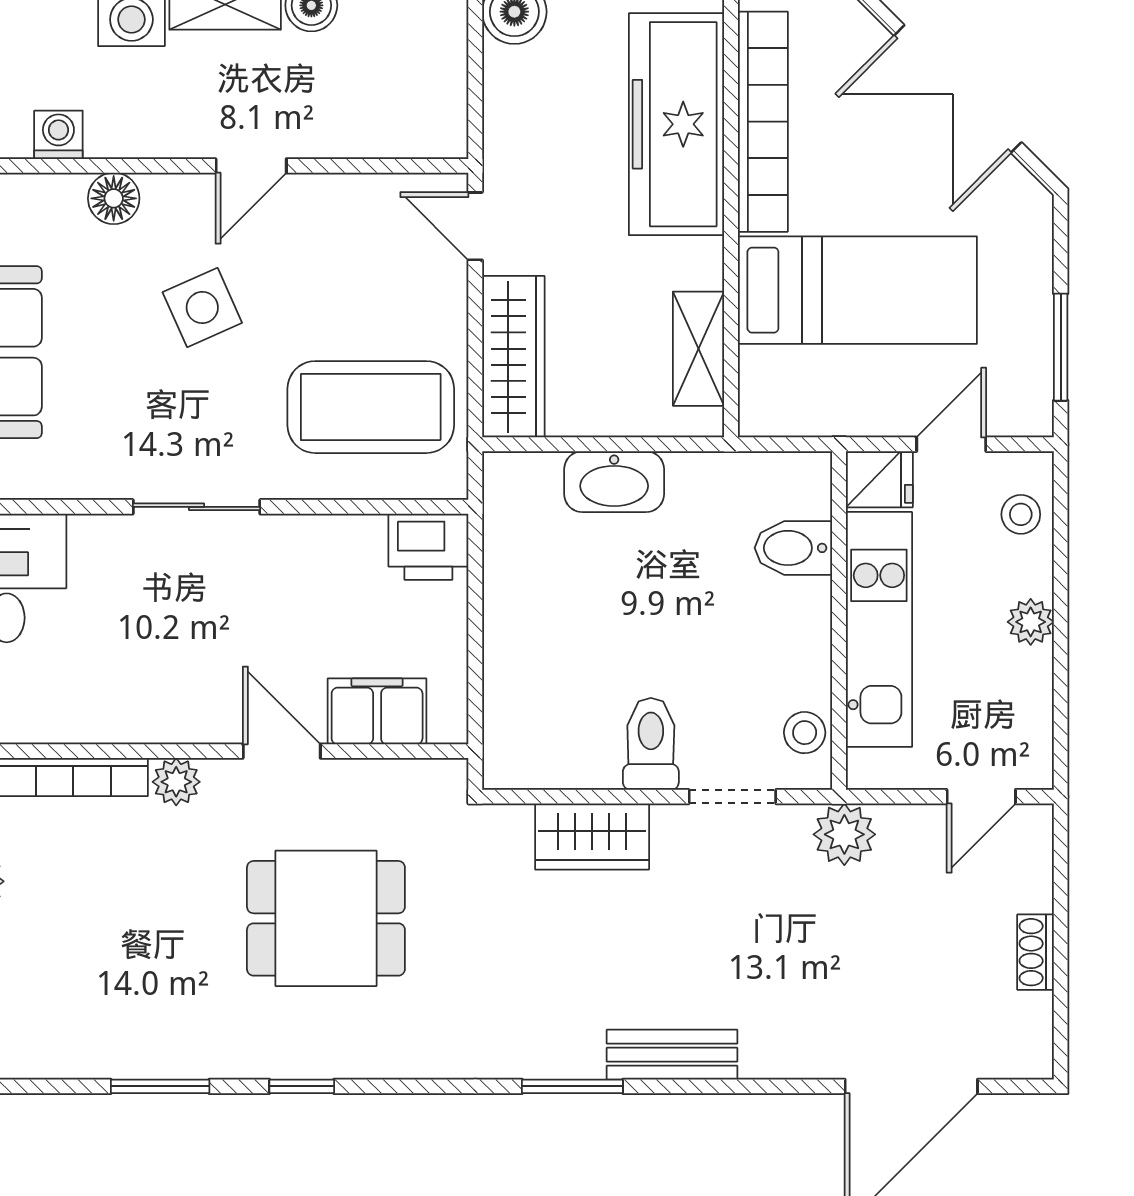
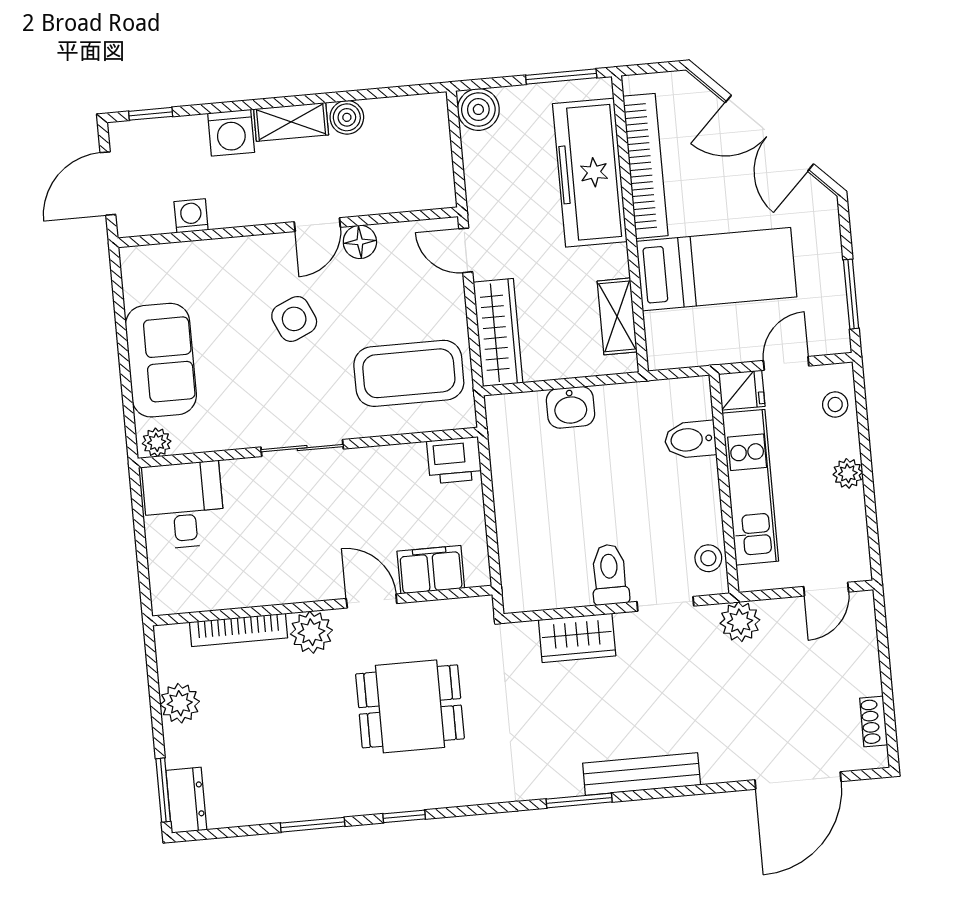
floor lamp: (114, 198) -> (360, 242), moved
washbasin: (614, 482) -> (570, 407), width x0.72
plant: (176, 782) -> (311, 632), width x1.38, depth x1.38
shoe rack: (1035, 952) -> (874, 722), moved
bench: (672, 1055) -> (642, 774), width x1.36

